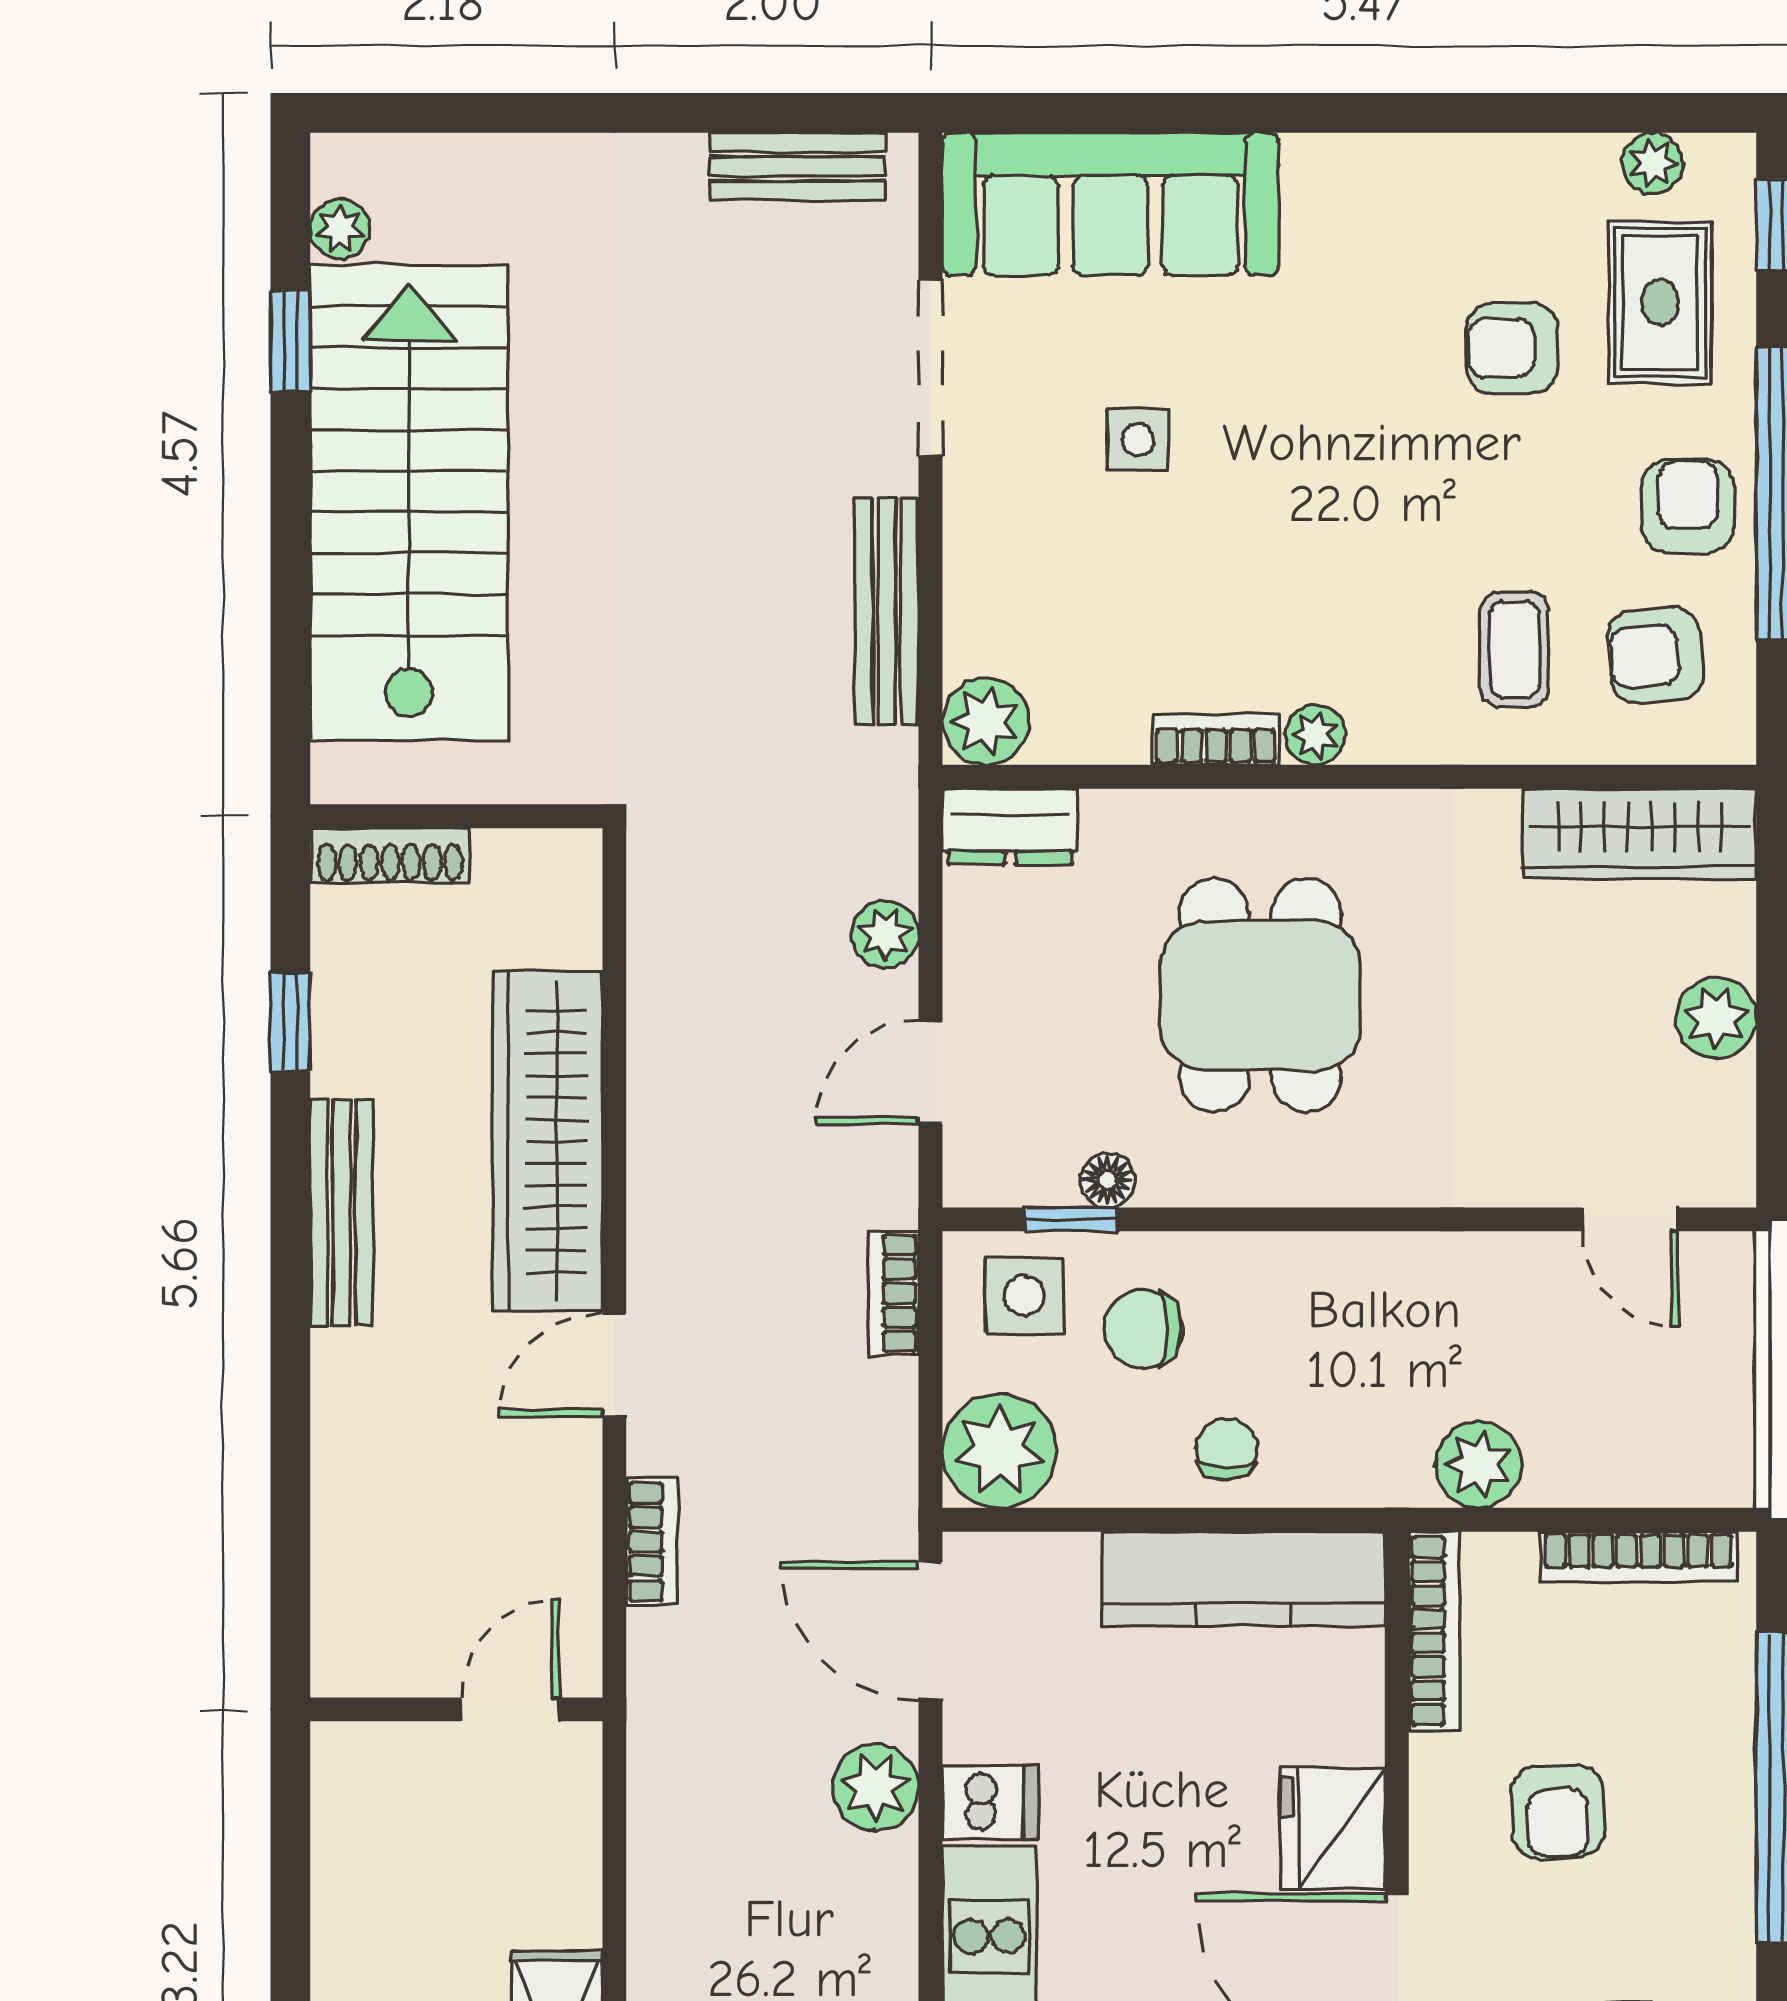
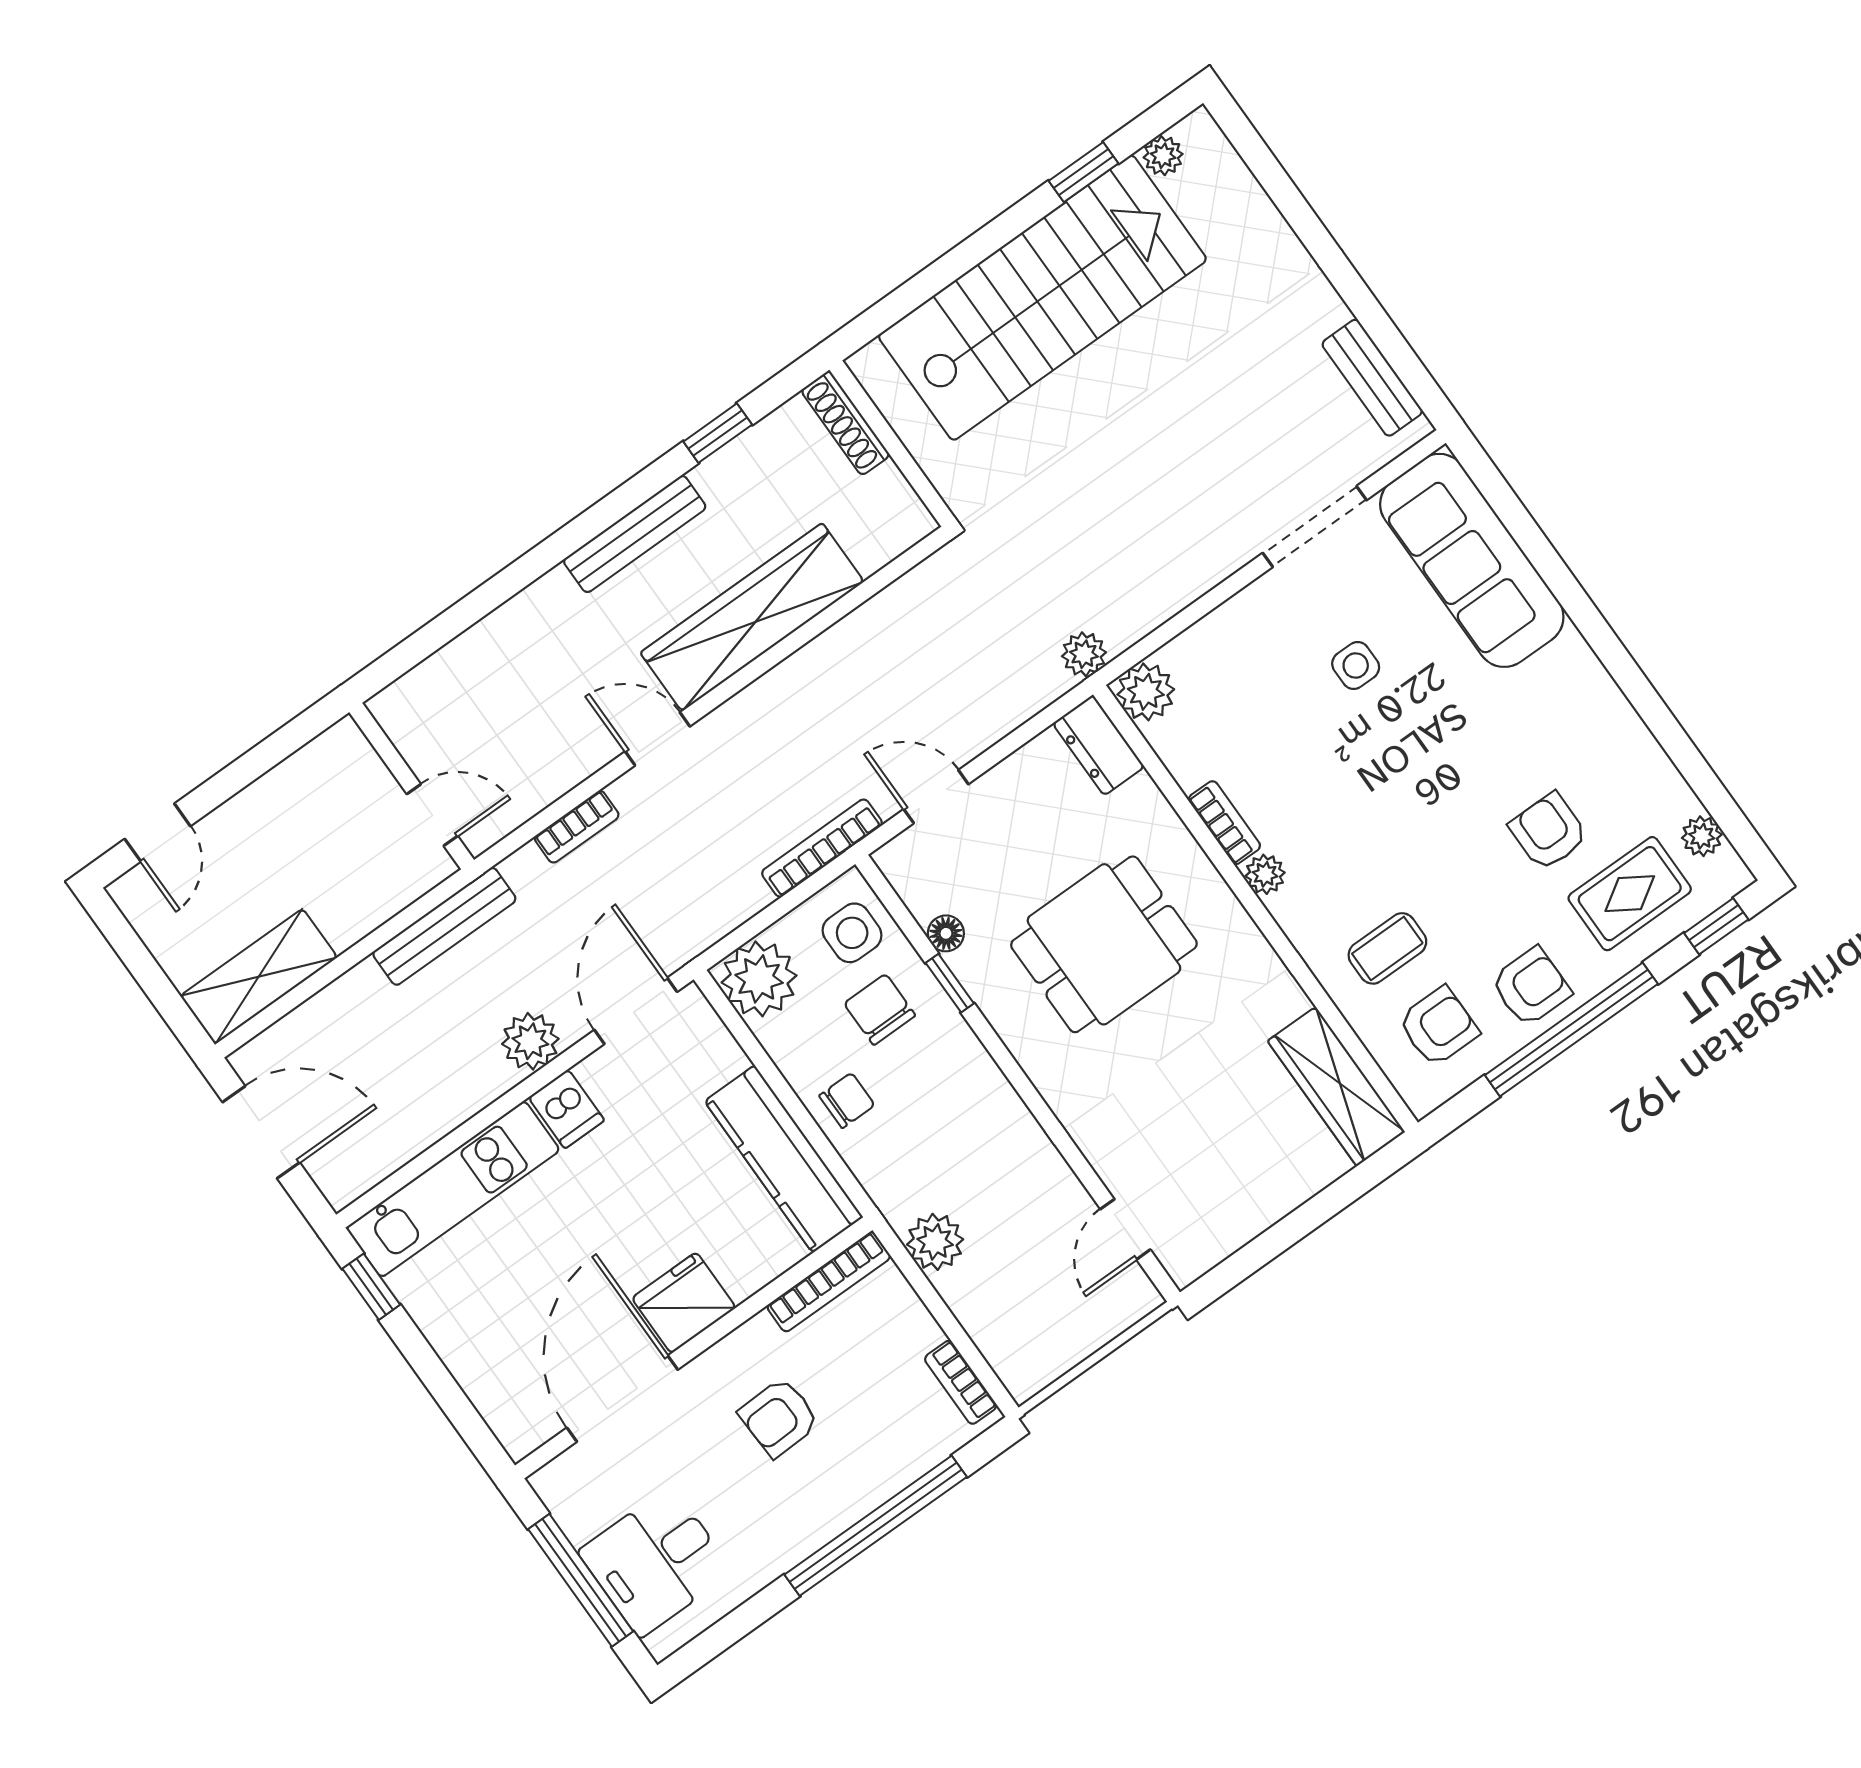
bench: (887, 611) -> (444, 926), moved
armchair: (1656, 655) -> (1438, 1026), turned 96
plant: (885, 934) -> (1084, 654), moved
plant: (1716, 1018) -> (1267, 1198), removed
window: (1071, 1219) -> (950, 983), moved
bookcase: (894, 1293) -> (822, 848), width x1.56
bookcase: (1638, 1557) -> (961, 1382), width x0.64

